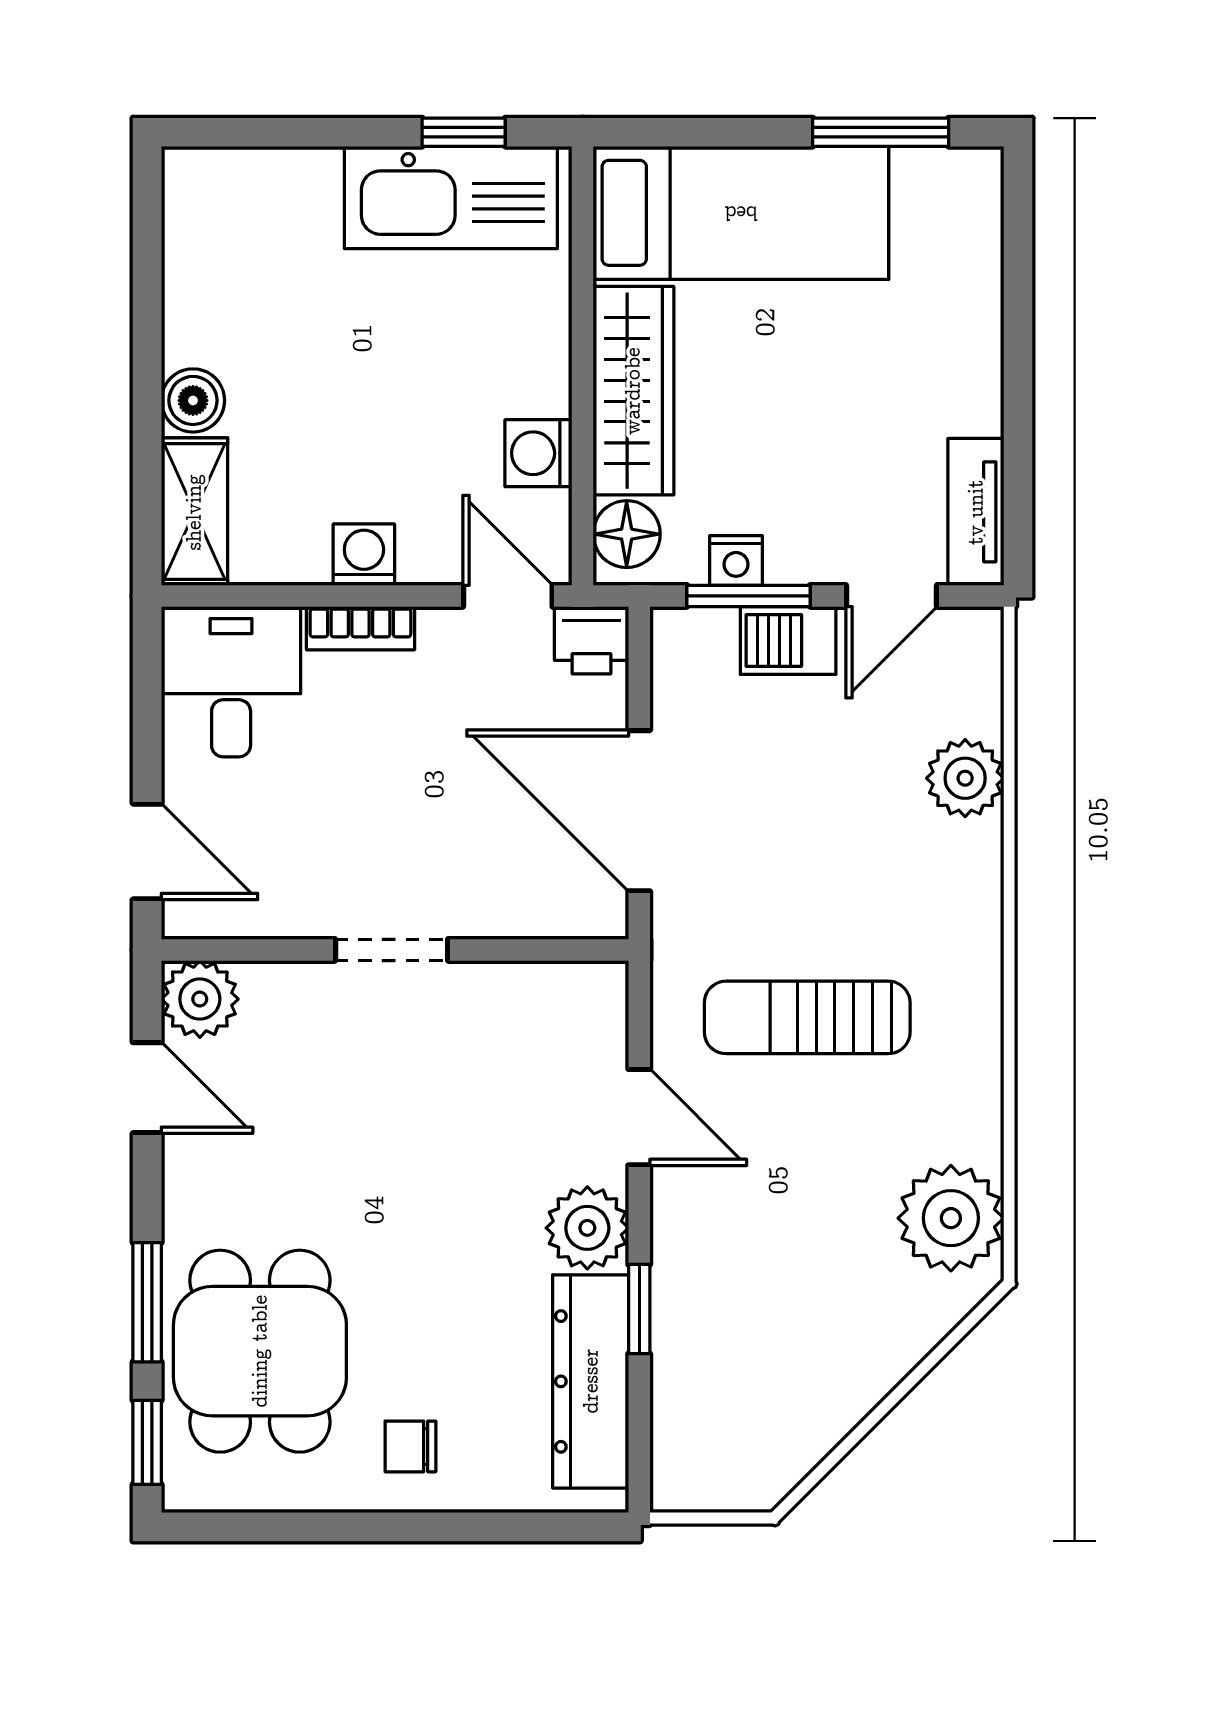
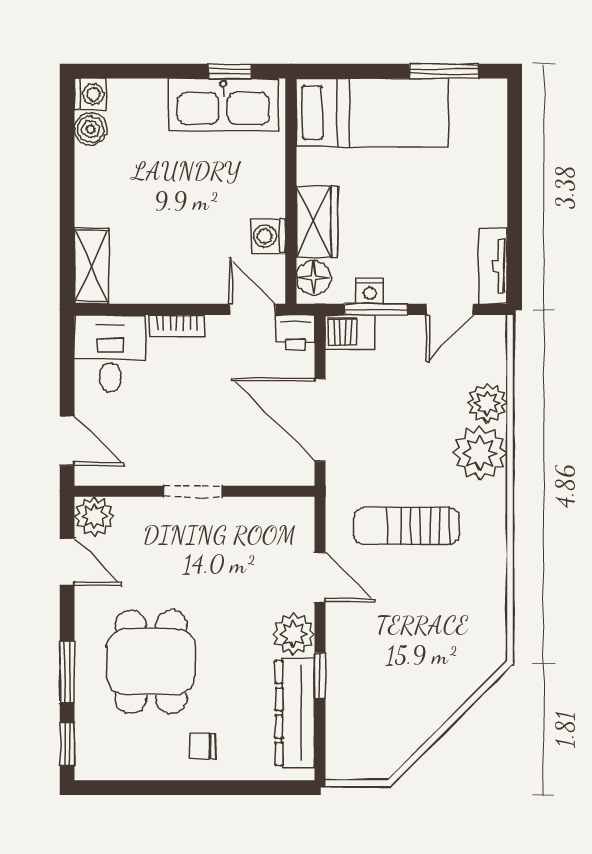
wardrobe: (633, 391) -> (317, 222), width x0.67
boiler: (193, 400) -> (91, 129), moved
washing machine: (364, 555) -> (90, 94), moved, turned 90
barbecue: (788, 640) -> (350, 332), moved
plant: (951, 1218) -> (480, 453), moved
dining table: (260, 1351) -> (151, 662), moved

